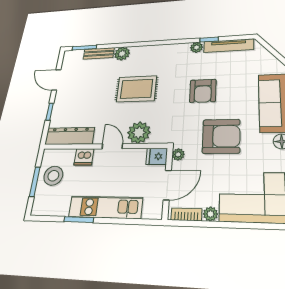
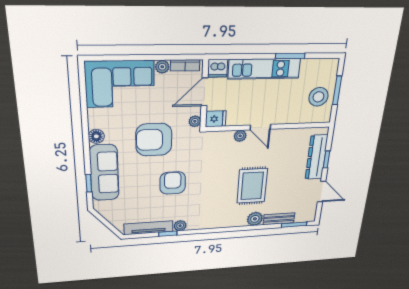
rug: (137, 89) -> (252, 186), moved, turned 90
plant: (139, 133) -> (240, 136), width x0.53, depth x0.53
dresser: (70, 136) -> (316, 157), moved, turned 90
dishwasher: (84, 157) -> (218, 68), moved, turned 180

